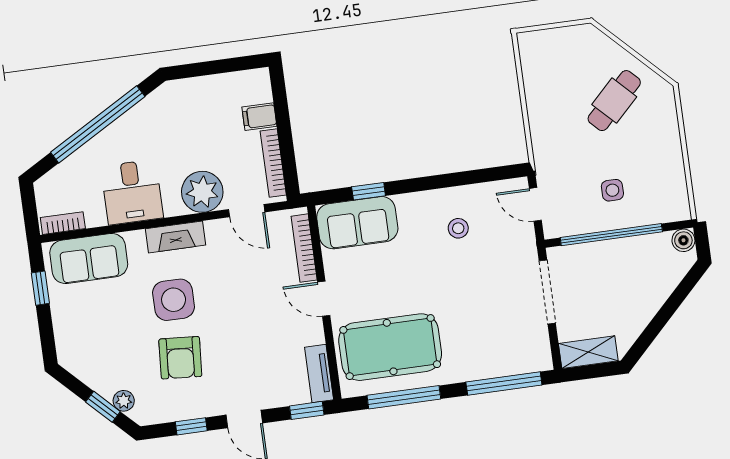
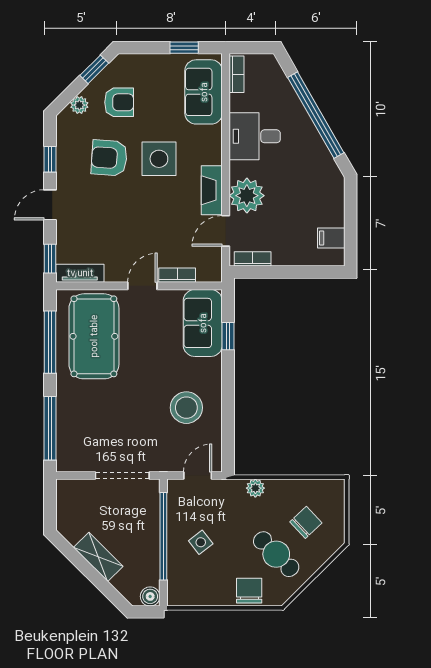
chair: (573, 71) -> (306, 522), added
filing cabinet: (259, 117) -> (331, 238), moved, turned -90
chair: (661, 126) -> (249, 591), added
plant: (541, 135) -> (255, 488), added
bookcase: (273, 163) -> (253, 259), width x0.64
side table: (612, 190) -> (201, 542), turned -38
stool: (458, 228) -> (186, 408), width x1.89, depth x1.89
fireplace: (175, 237) -> (212, 190), moved
bookcase: (304, 248) -> (177, 275), width x0.64
shelving: (588, 352) -> (98, 557), moved, turned -45
armchair: (114, 355) -> (119, 102), added
window: (103, 407) -> (94, 69), moved

